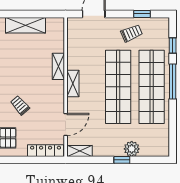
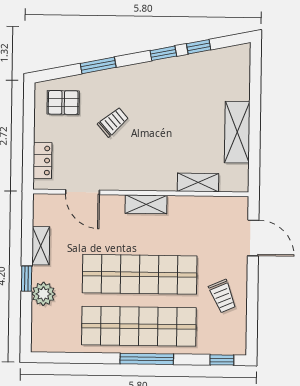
window: (142, 14) -> (252, 313), removed
window: (173, 45) -> (222, 360), moved
shelving: (58, 66) -> (198, 182), moved
locker: (46, 151) -> (42, 160), width x0.66
shelving: (80, 151) -> (41, 246), moved

